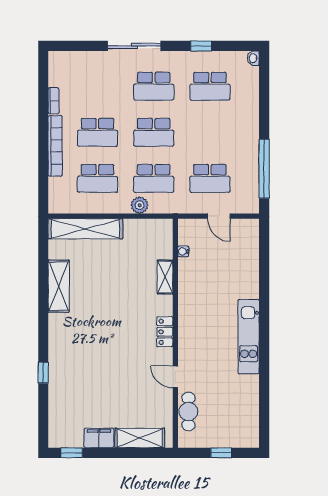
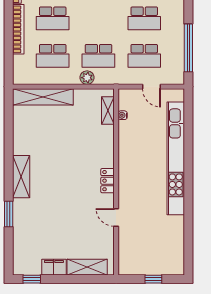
school desk: (154, 132) -> (144, 18), moved
shelving: (165, 277) -> (108, 111), moved
shelving: (59, 286) -> (21, 177), moved
kitchen unit: (249, 337) -> (176, 158), width x1.86
window: (43, 373) -> (9, 214), width x1.50
cafe table: (188, 412) -> (127, 246), removed

